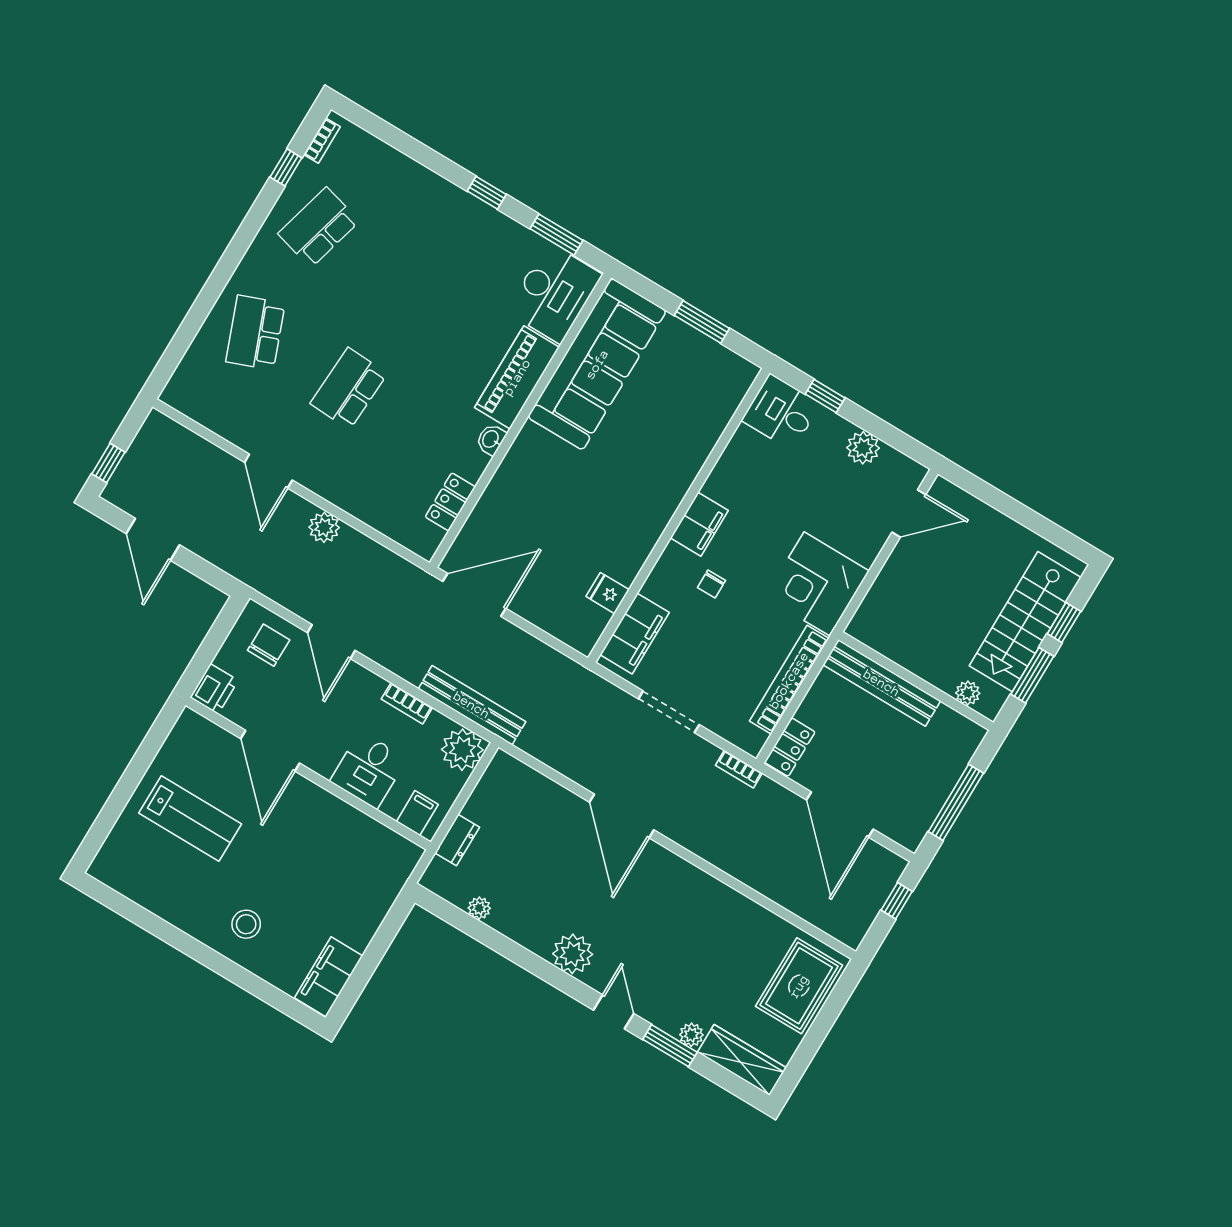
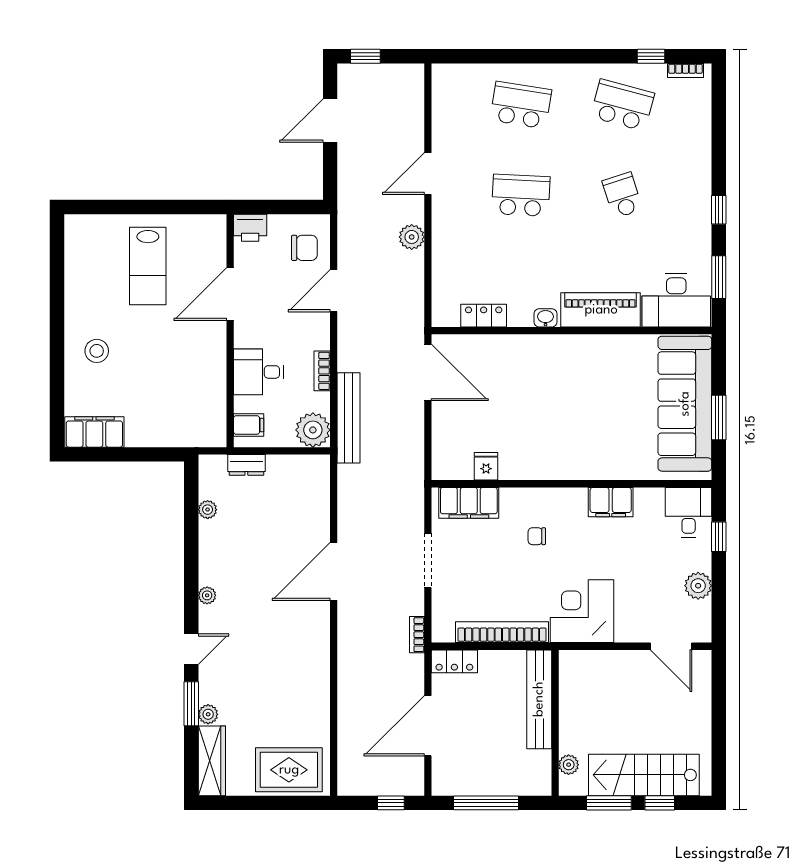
school desk: (412, 283) -> (622, 195), added
school desk: (255, 333) -> (521, 105), turned 30
sofa: (597, 364) -> (685, 404), moved, turned 90
filing cabinet: (699, 524) -> (611, 502), moved
plant: (573, 954) -> (207, 595), width x0.53, depth x0.53

